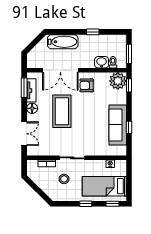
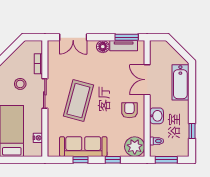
window: (93, 32) -> (192, 131), moved
washbasin: (102, 62) -> (156, 116), moved
double door: (60, 70) -> (147, 80), width x0.73
window: (129, 85) -> (113, 160), moved
coffee table: (62, 111) -> (78, 101), moved, turned -75

